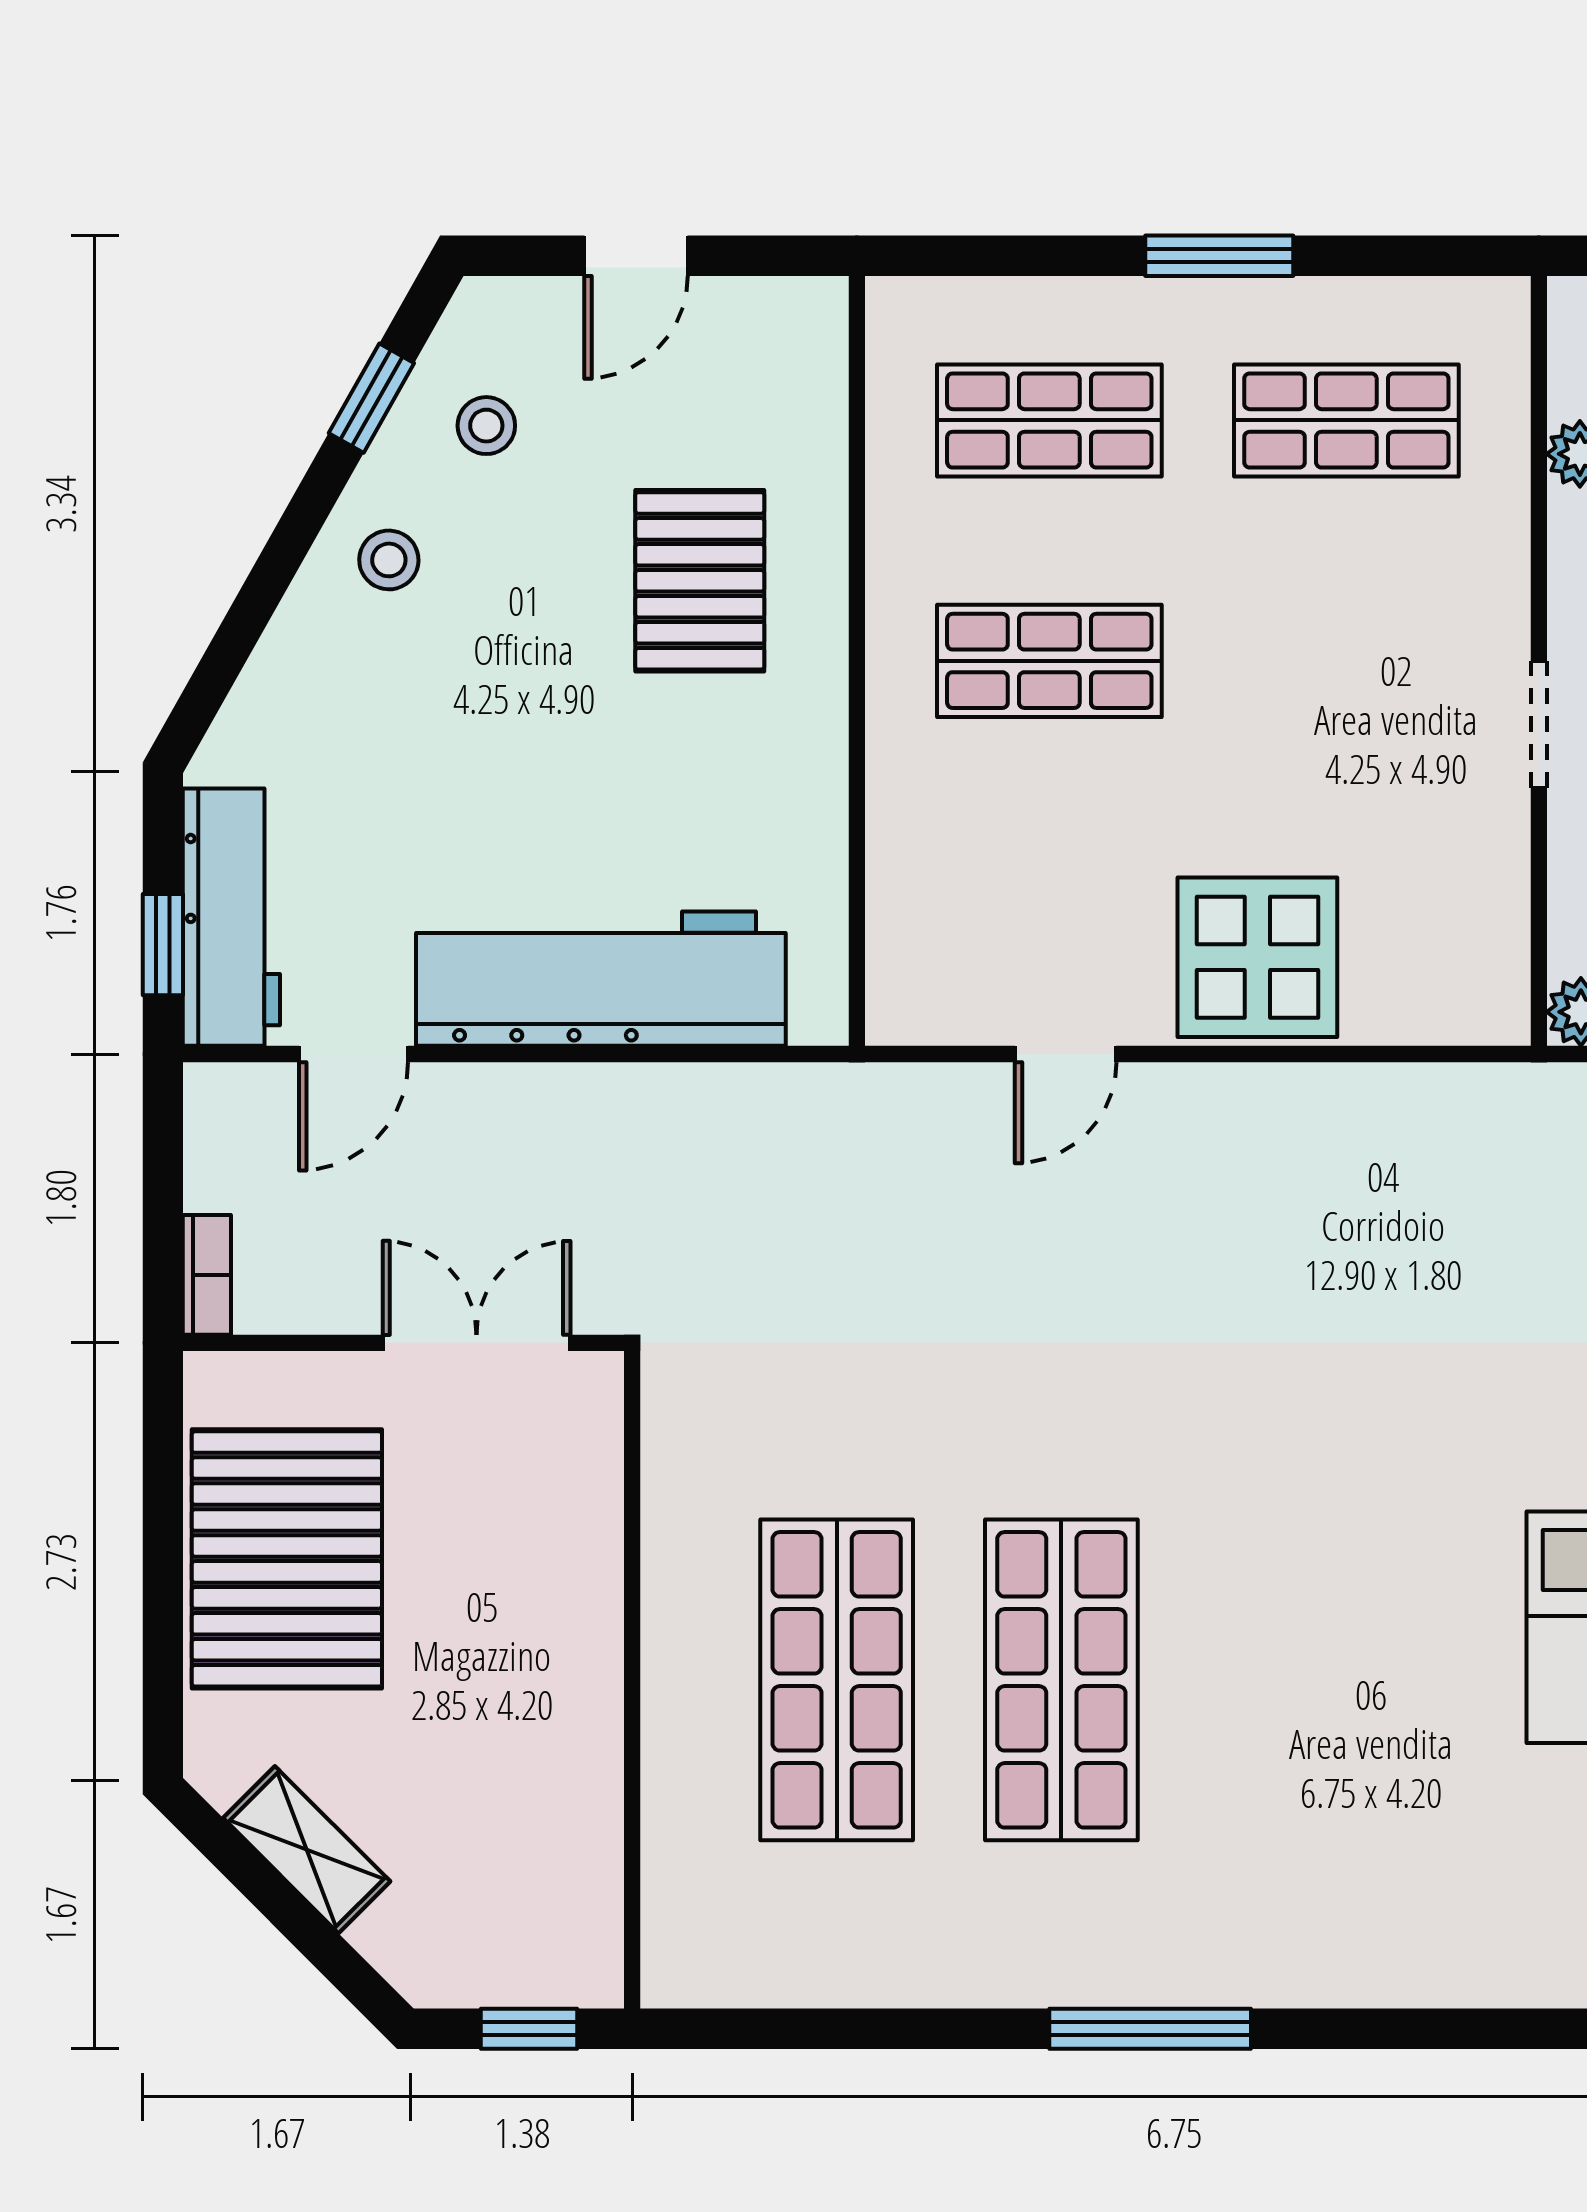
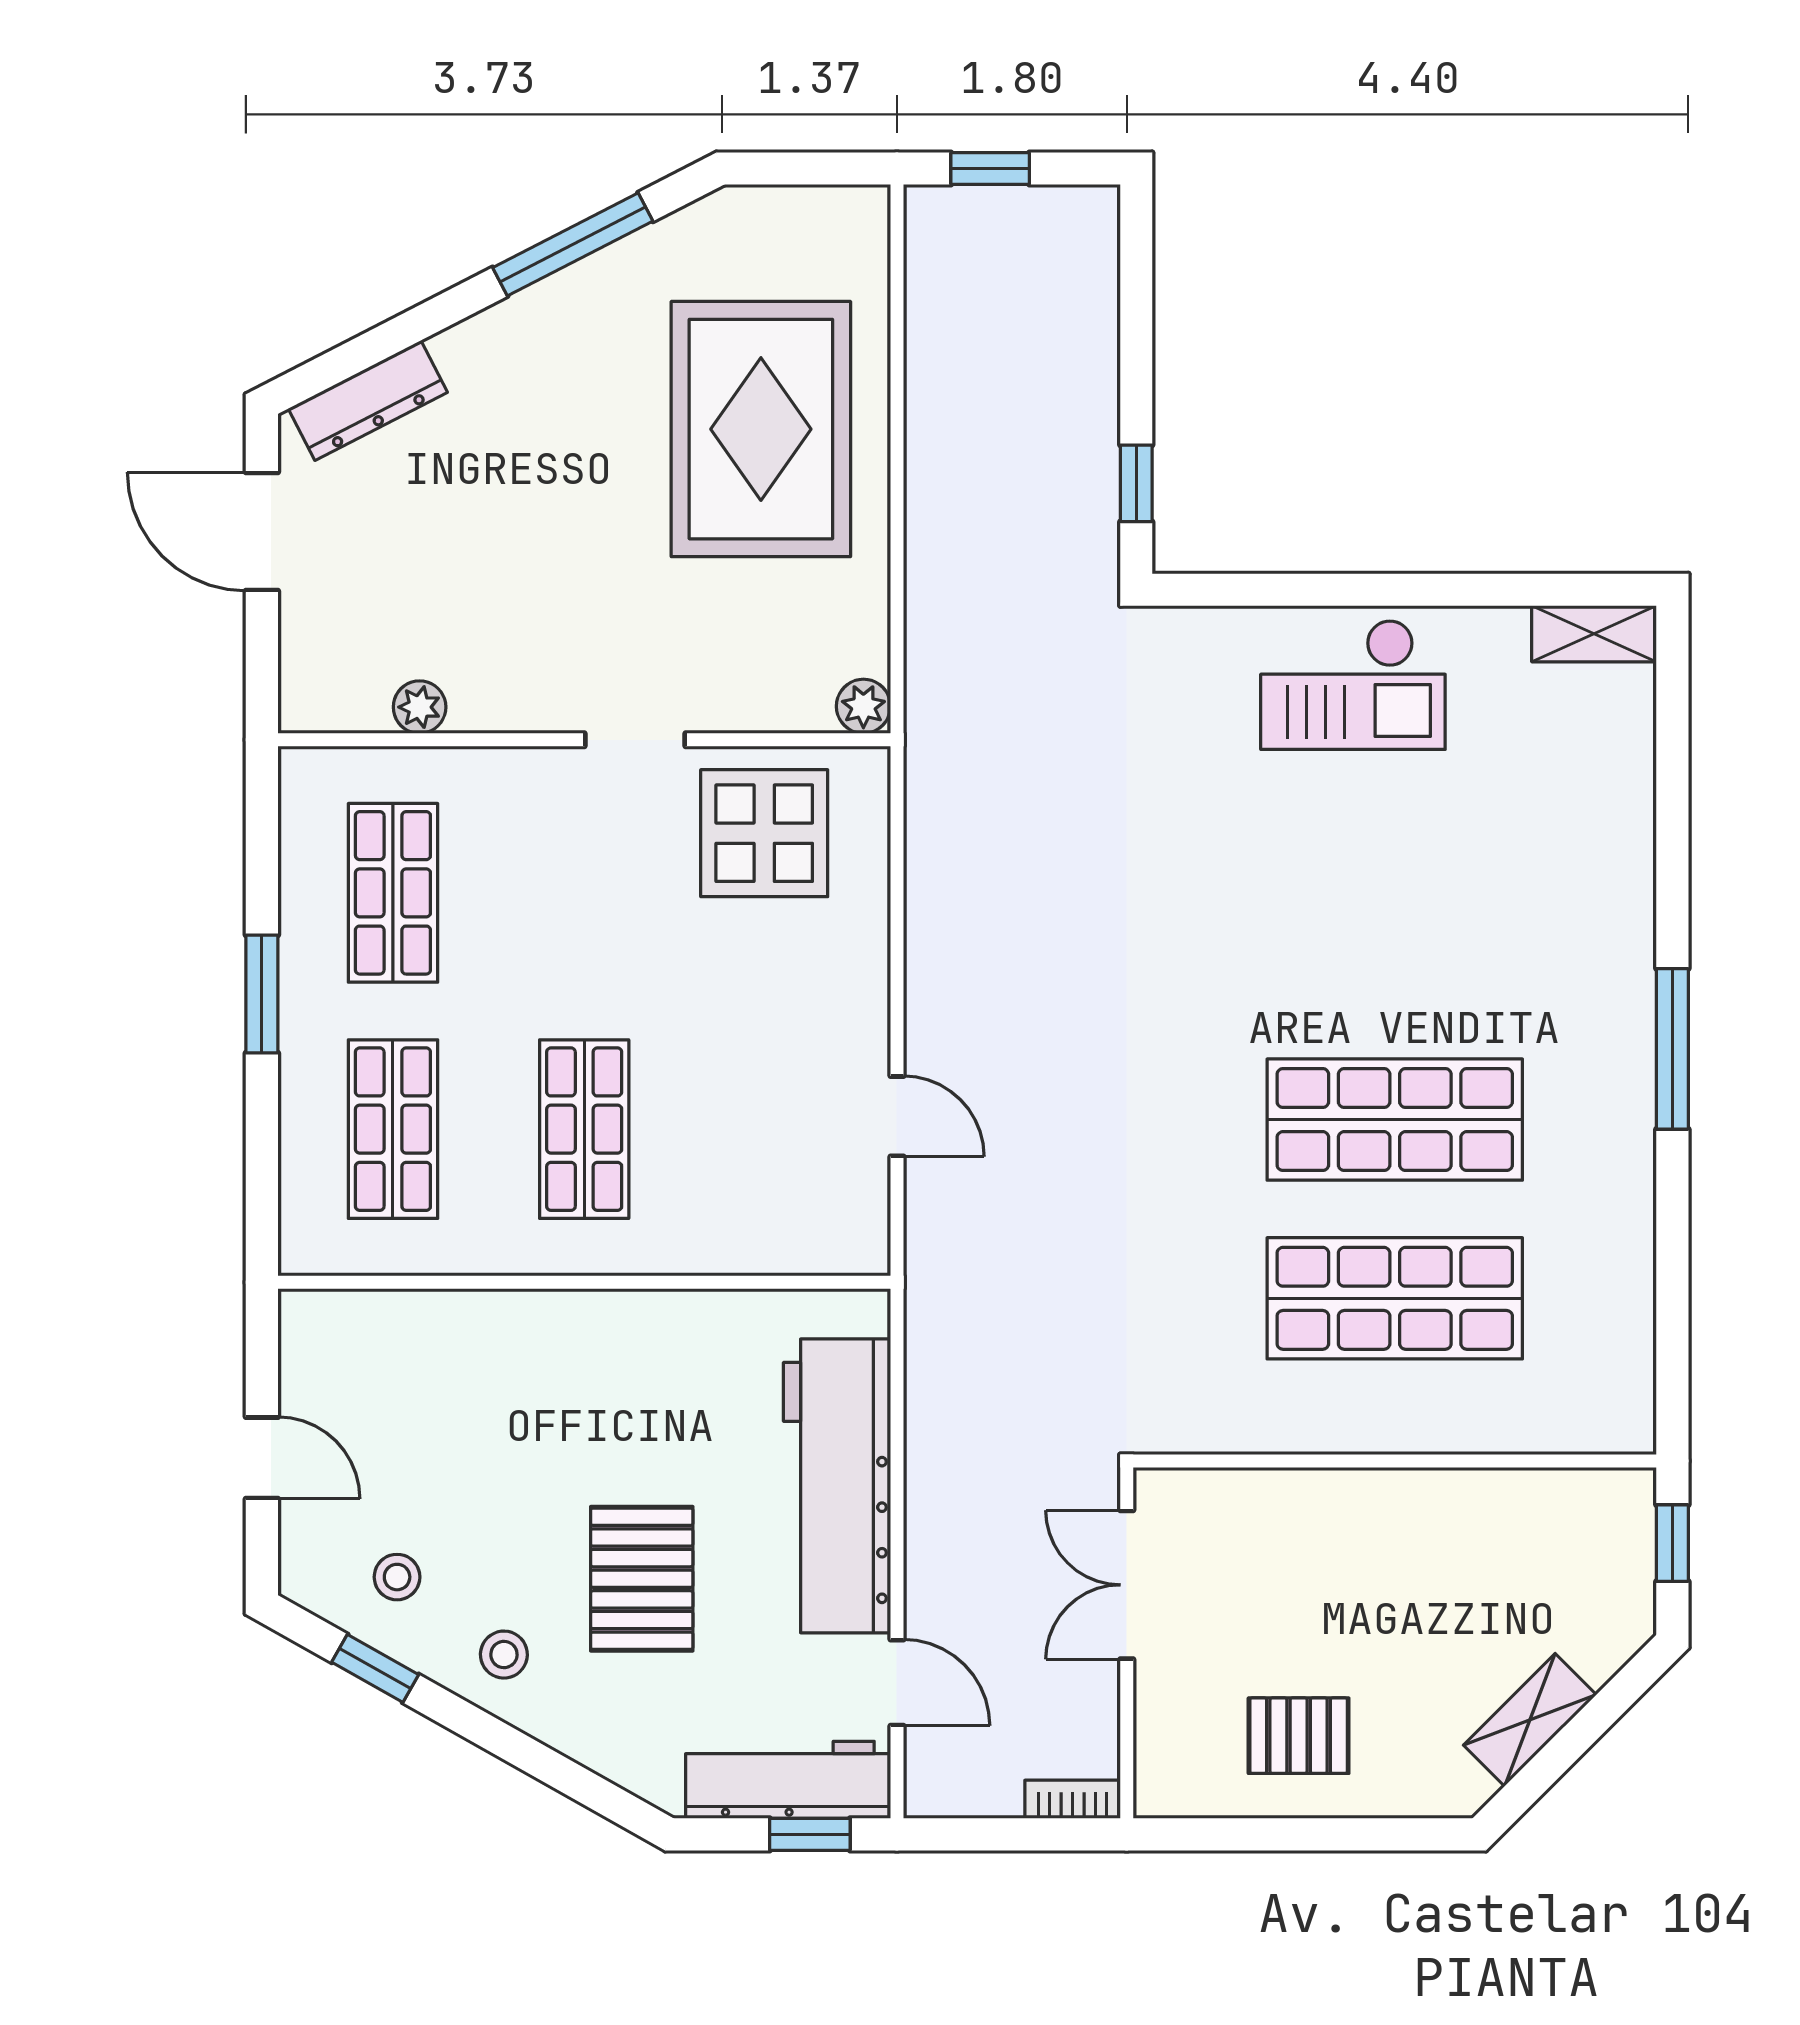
pallet: (700, 581) -> (642, 1579), moved, turned 90
display table: (1257, 957) -> (764, 833), moved
pallet: (287, 1559) -> (1299, 1736), width x0.49, depth x0.50

